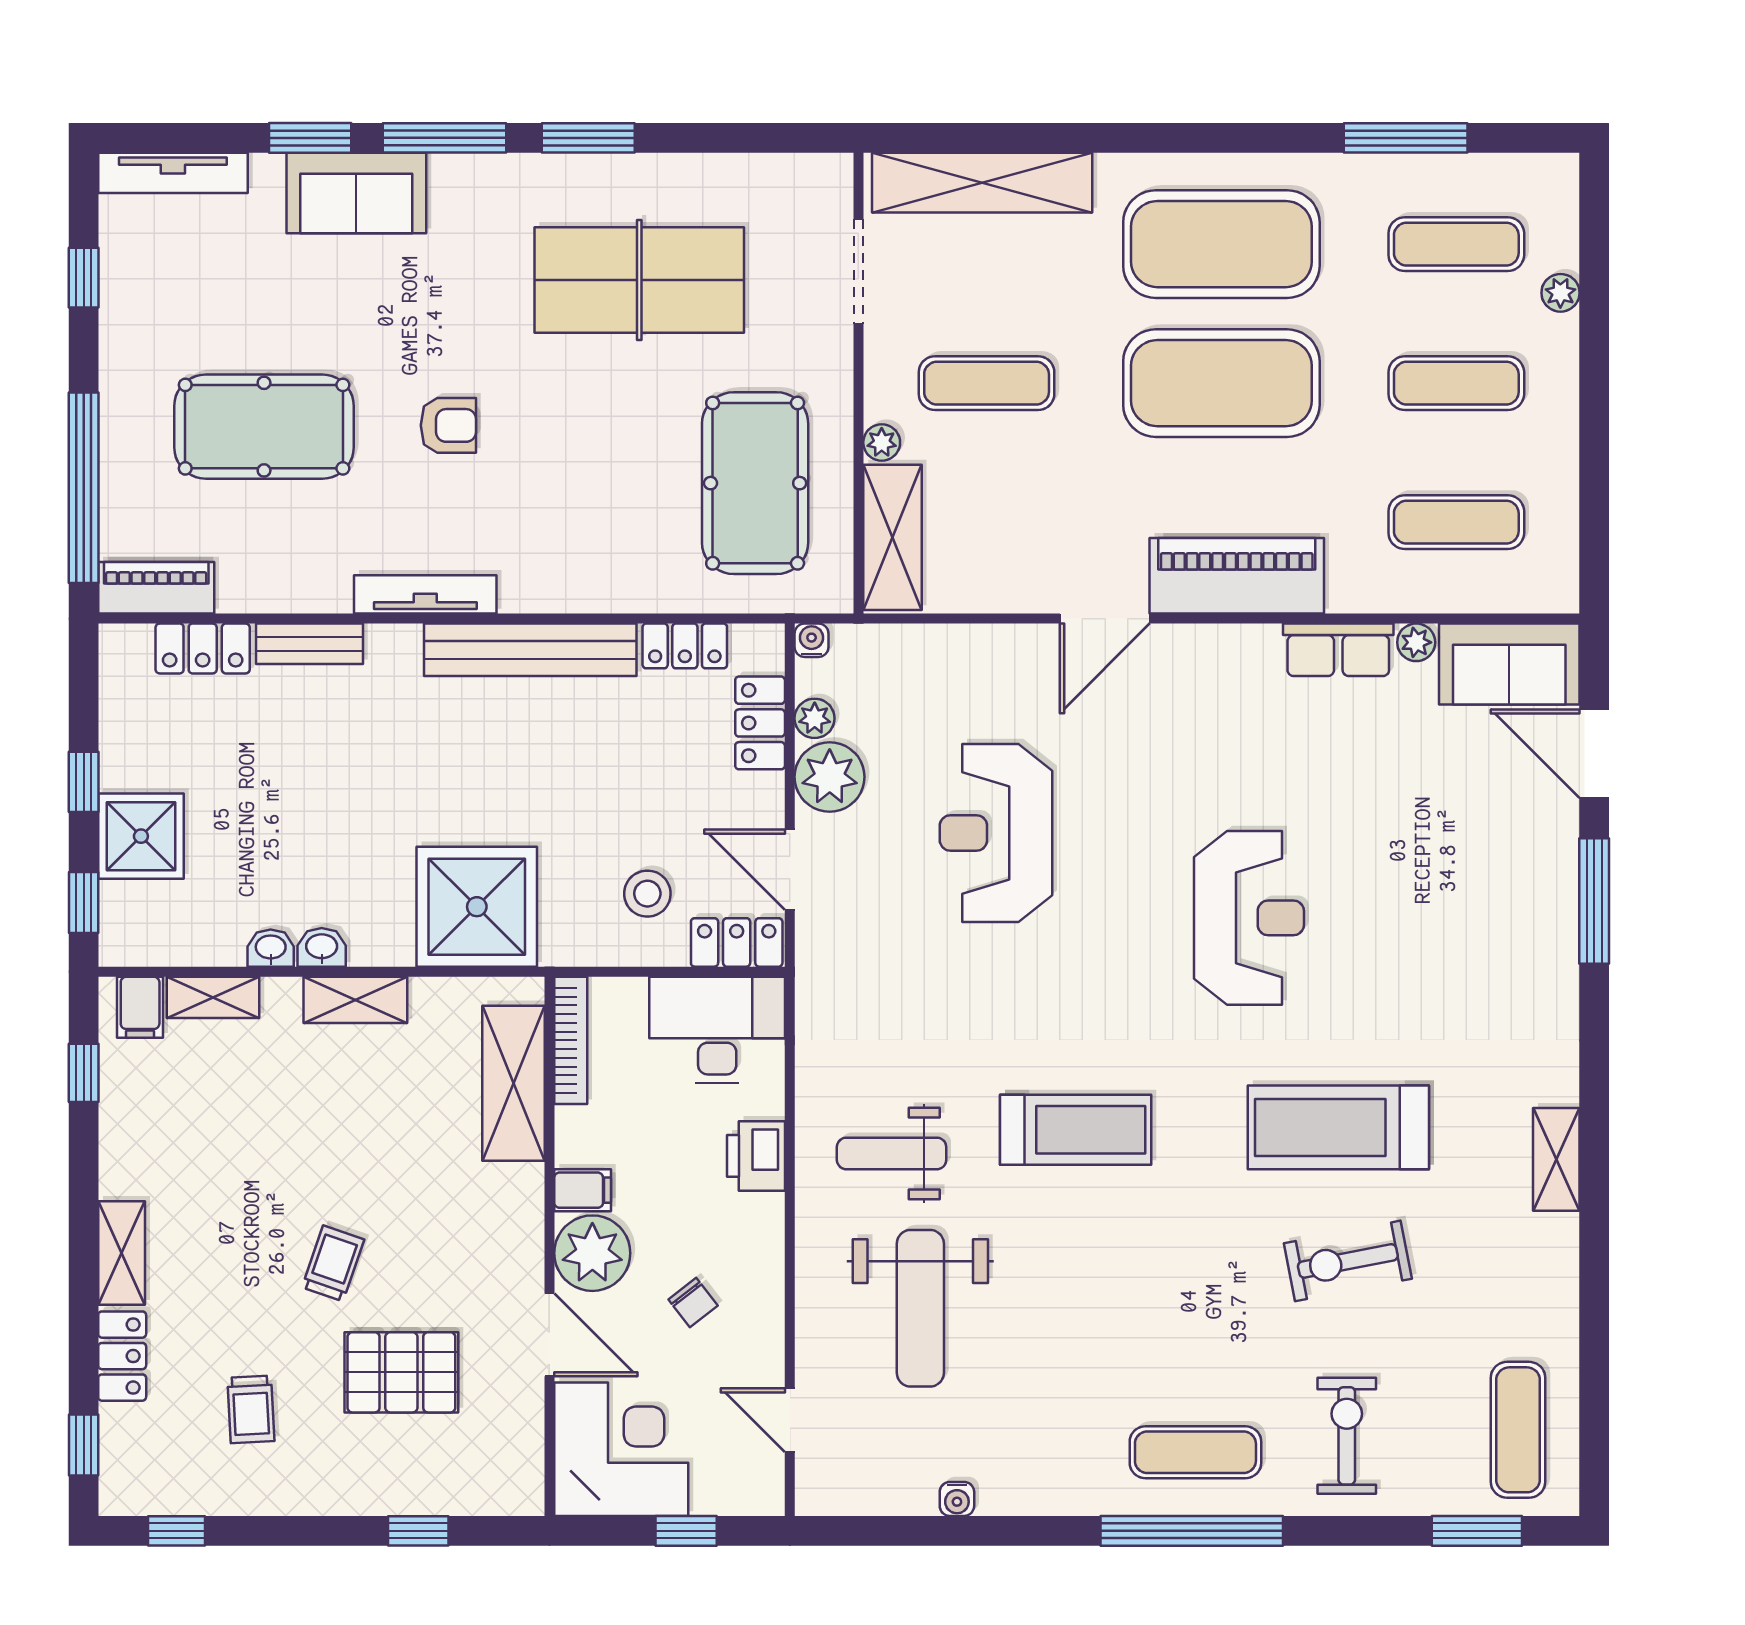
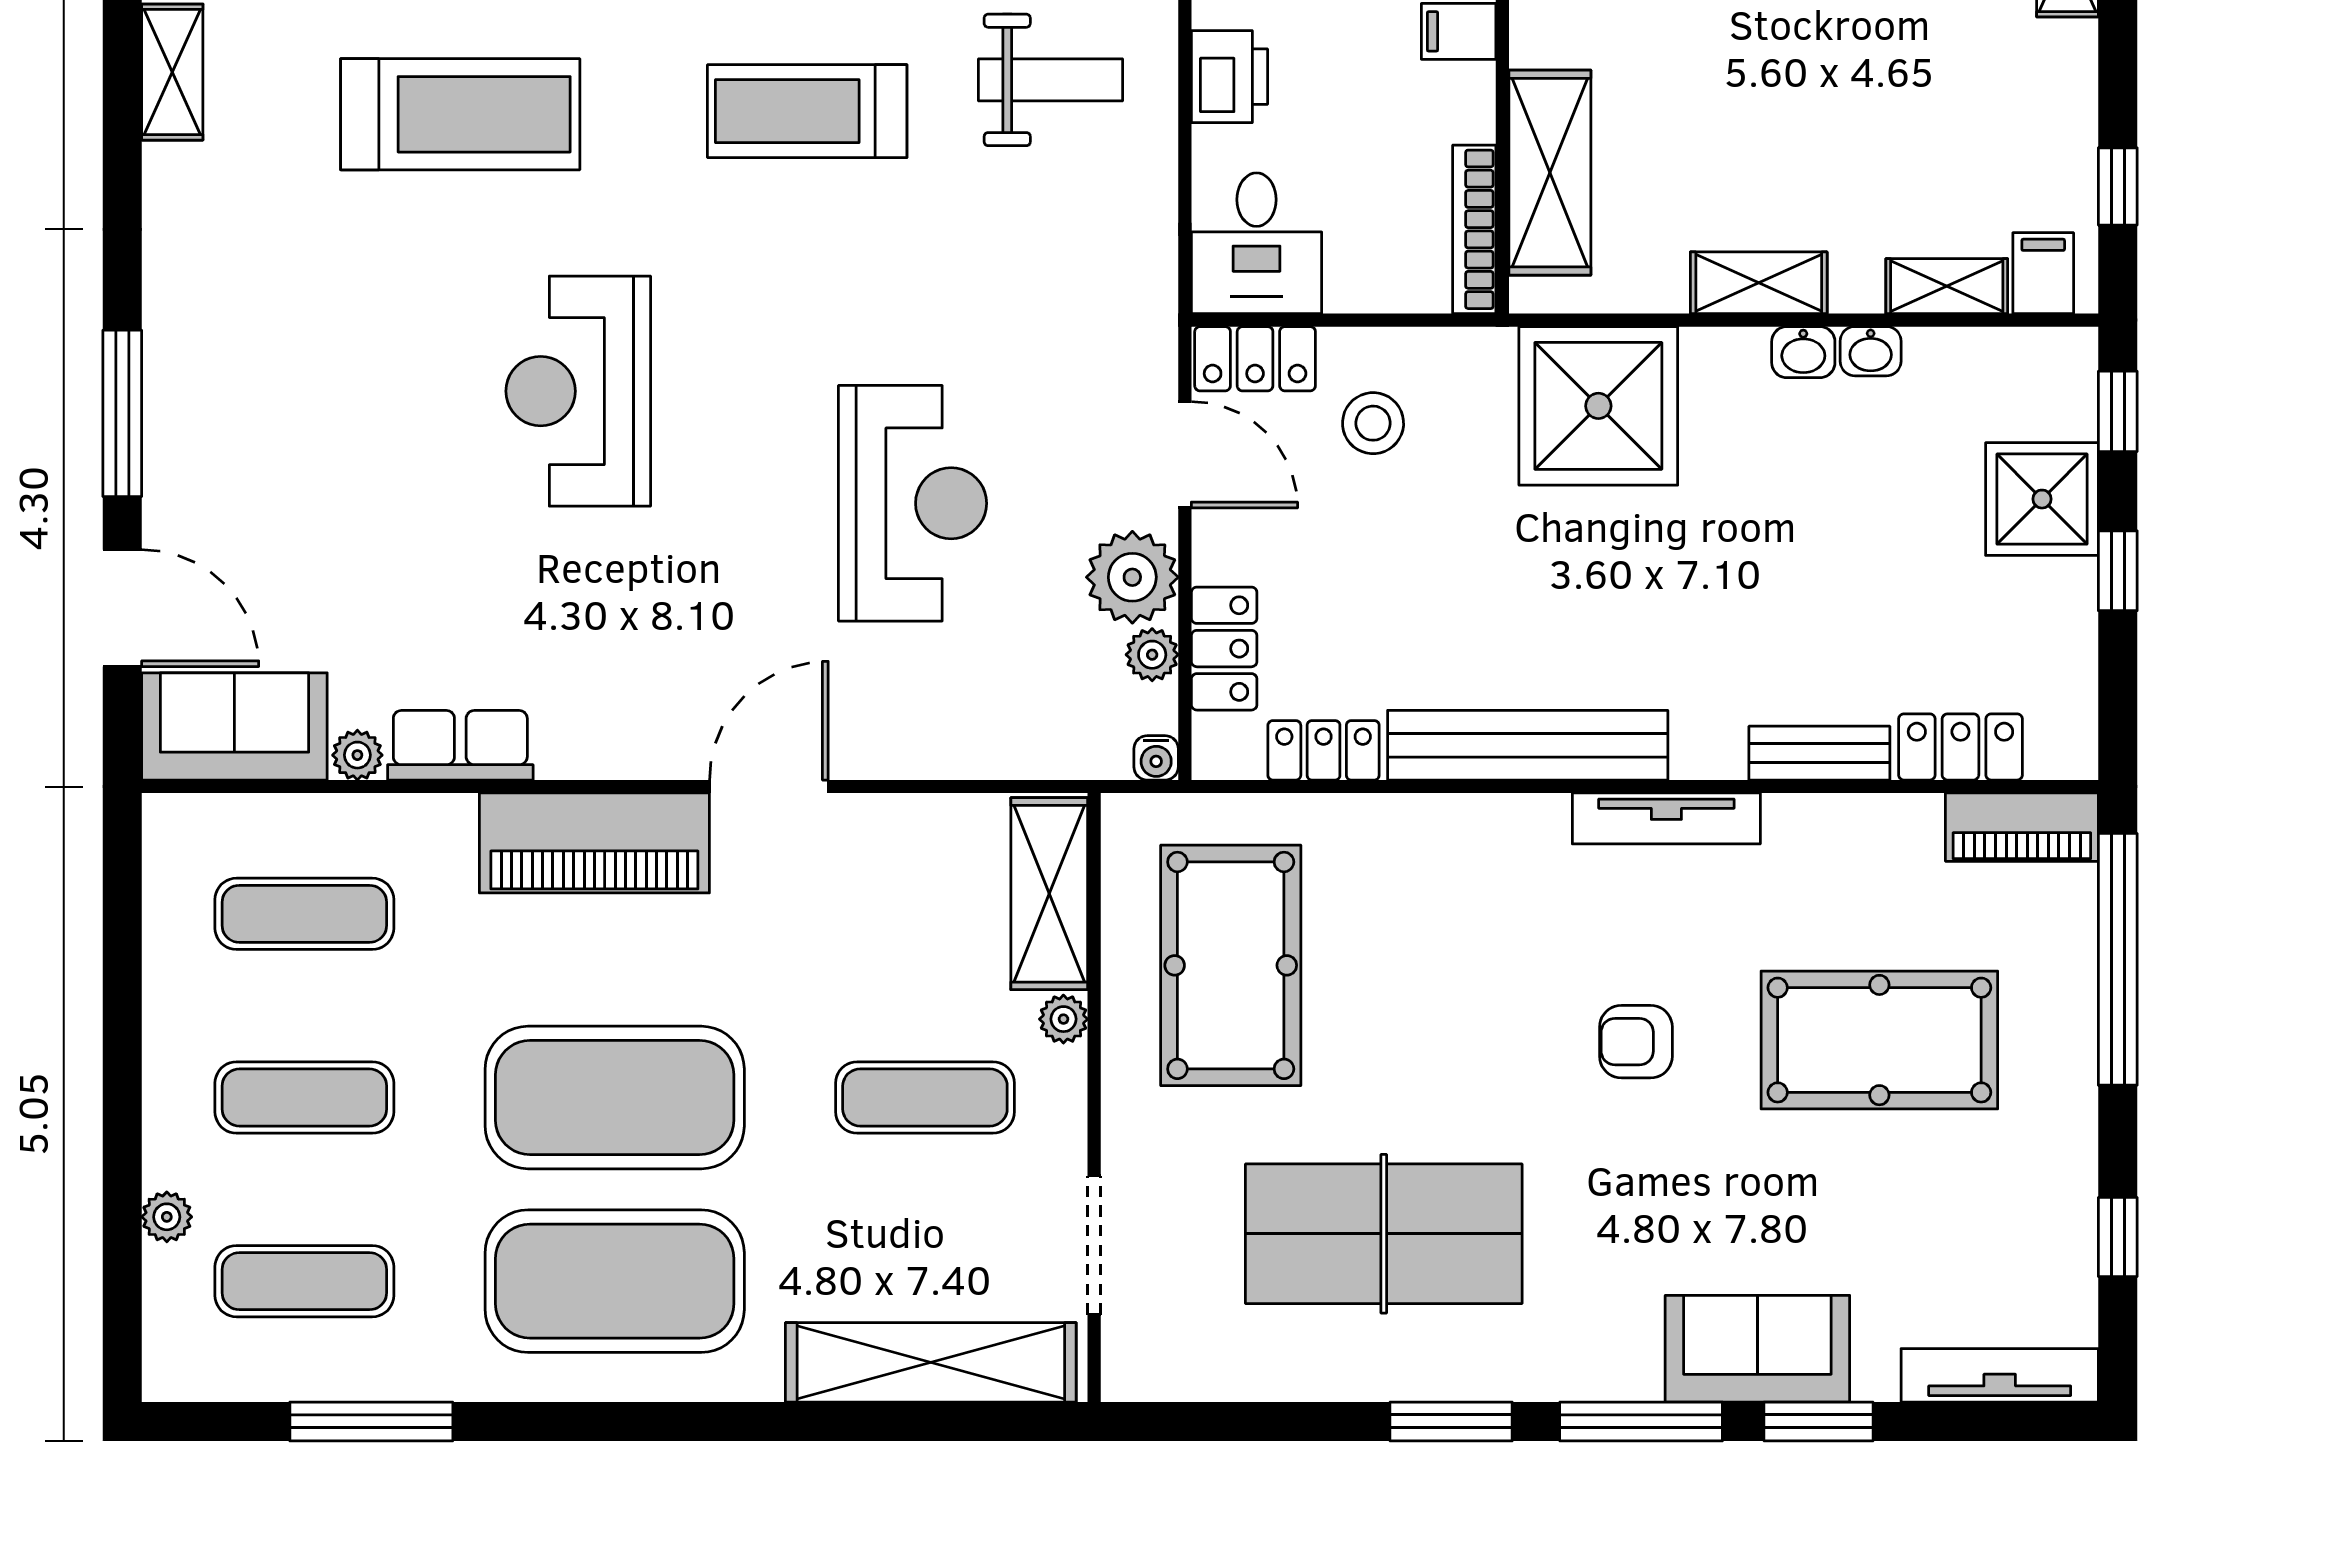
desk: (717, 1030) -> (1257, 243), width x0.73

